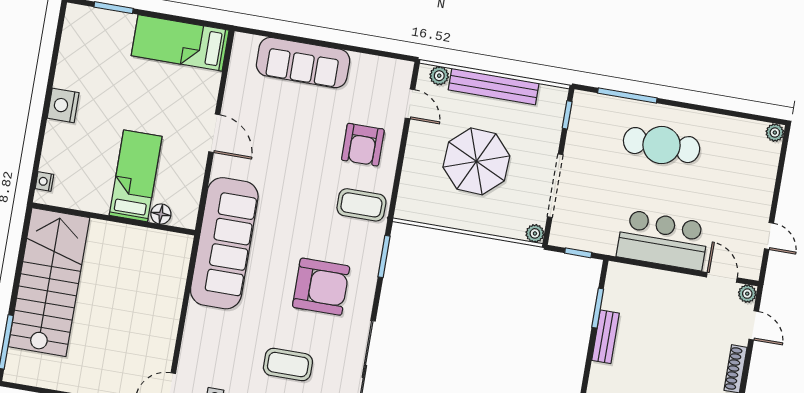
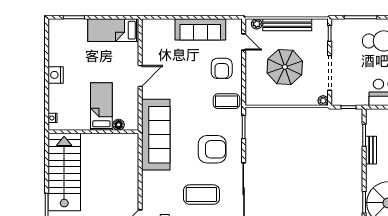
sofa: (303, 63) -> (200, 29), moved
door: (214, 133) -> (140, 76), hinge flipped
coffee table: (288, 365) -> (201, 195), width x1.36, depth x1.32

